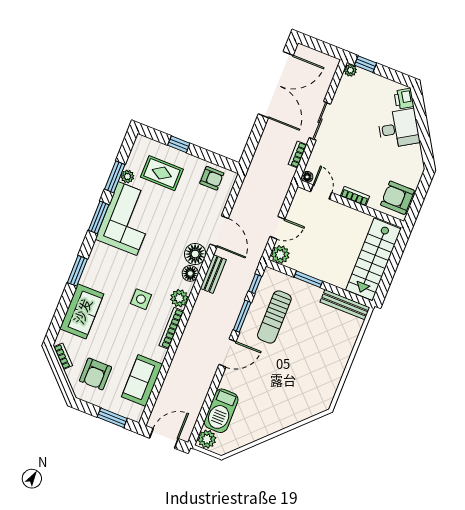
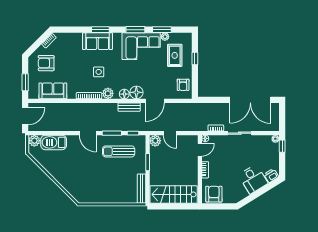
sofa: (82, 311) -> (97, 41), moved
door: (164, 438) -> (25, 116), hinge flipped

